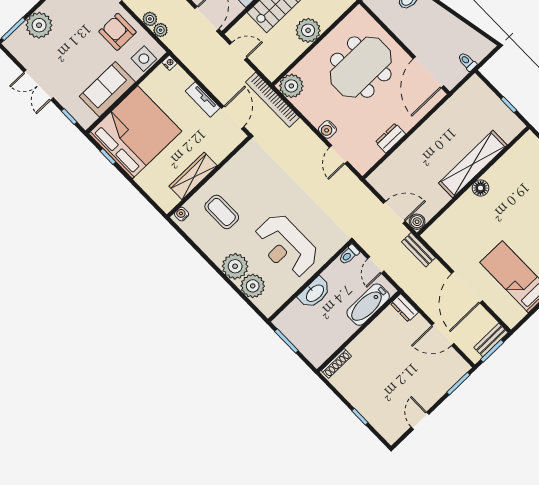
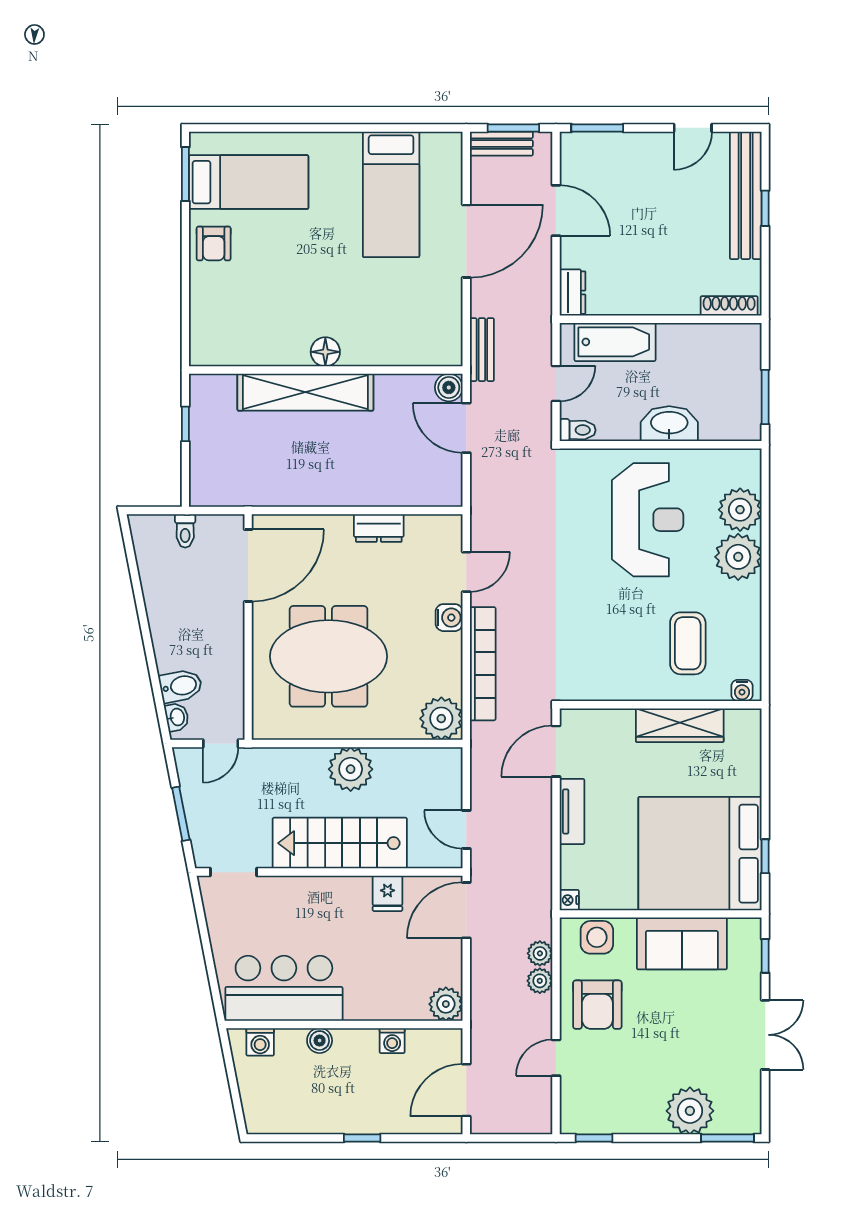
bookcase: (273, 100) -> (483, 664), moved
bench: (373, 414) -> (746, 195), added

